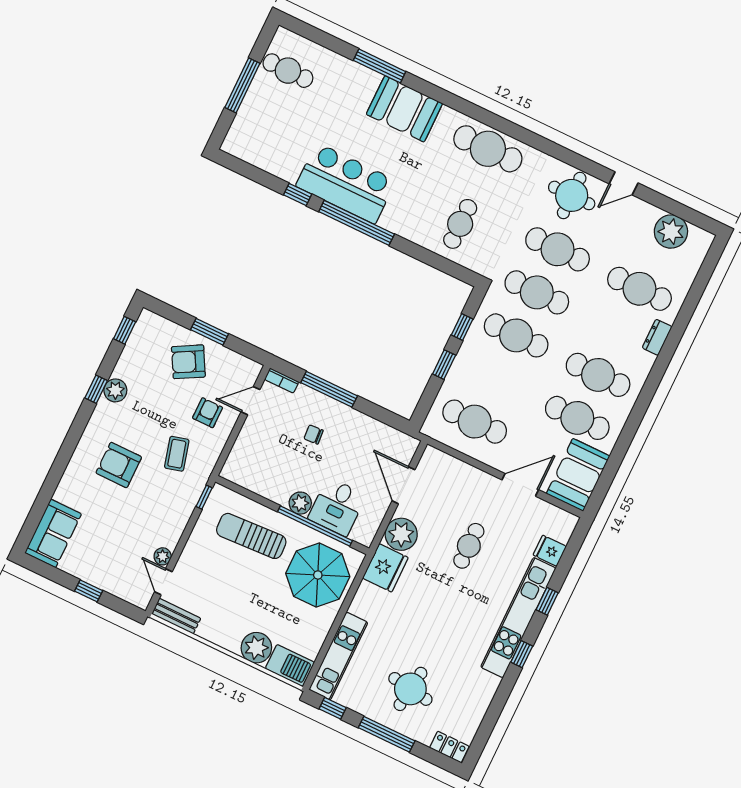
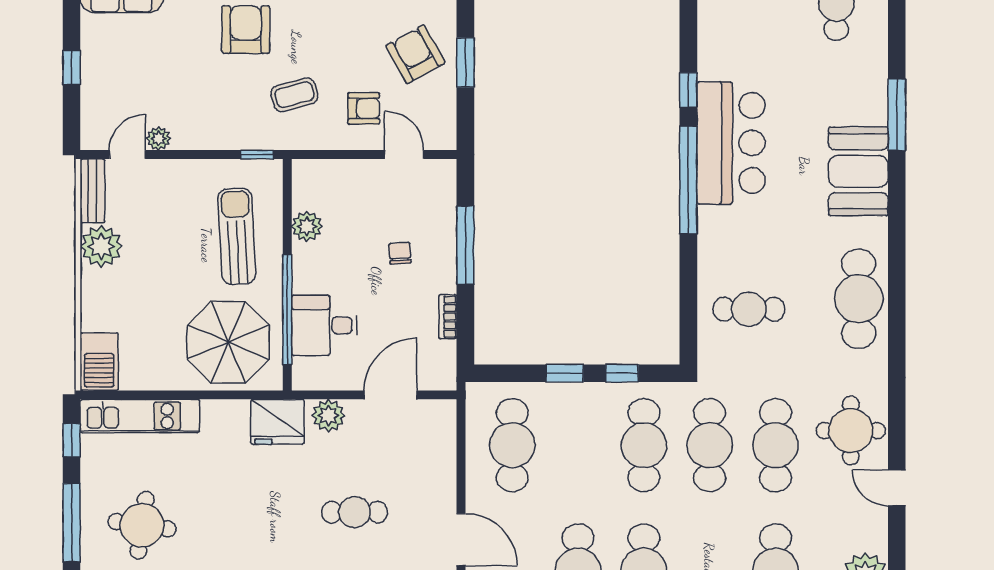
bookcase: (282, 381) -> (448, 317), moved
plant: (300, 503) -> (307, 226), moved
plant: (401, 534) -> (328, 415), width x0.73, depth x0.73
plant: (256, 648) -> (101, 246), moved

